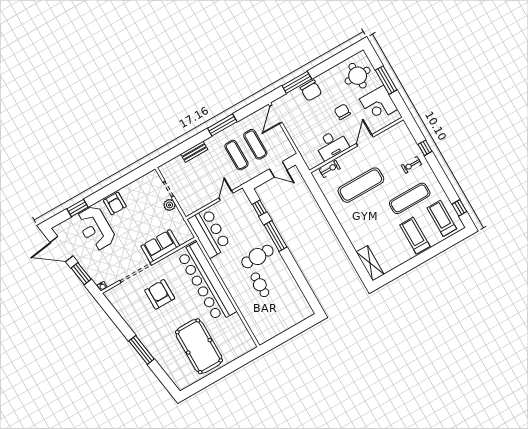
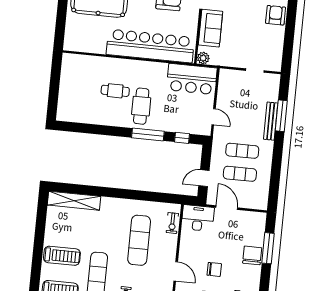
chair: (311, 91) -> (252, 255), turned 90
door: (276, 114) -> (227, 208), moved
window: (222, 125) -> (281, 116), moved
desk: (332, 145) -> (198, 218), moved, turned 90
bench: (194, 152) -> (271, 121), width x1.36
armchair: (115, 203) -> (276, 15), turned 90
plant: (169, 205) -> (203, 58), moved
shelving: (370, 263) -> (74, 201), width x1.47

